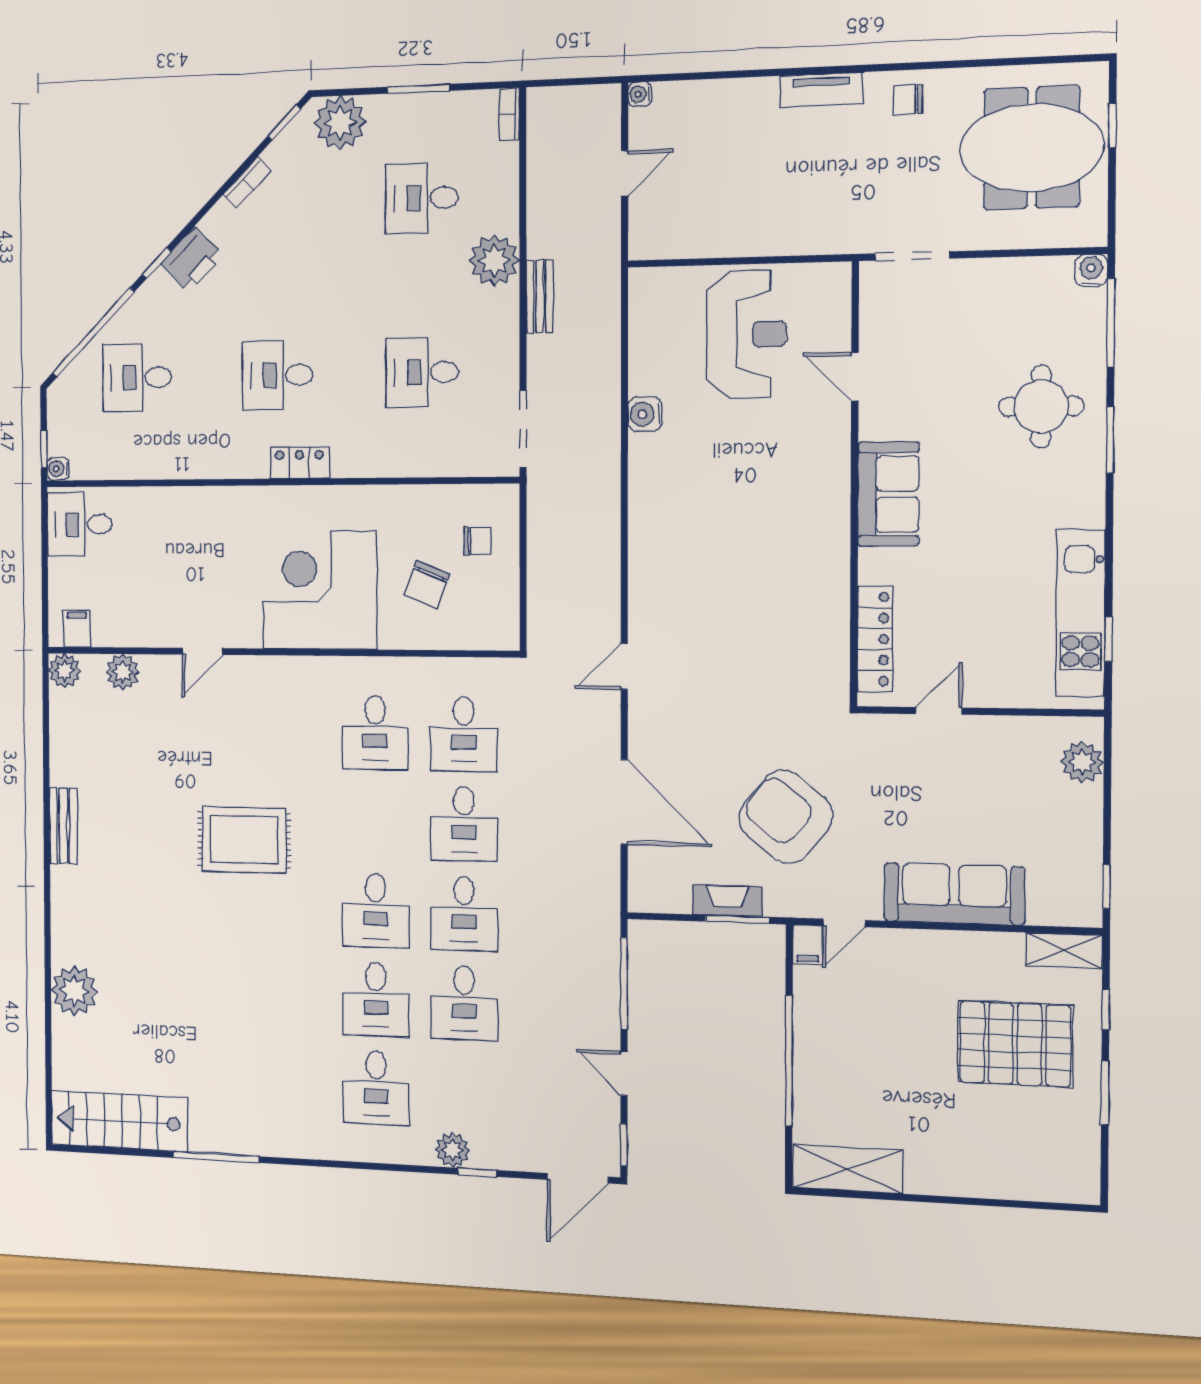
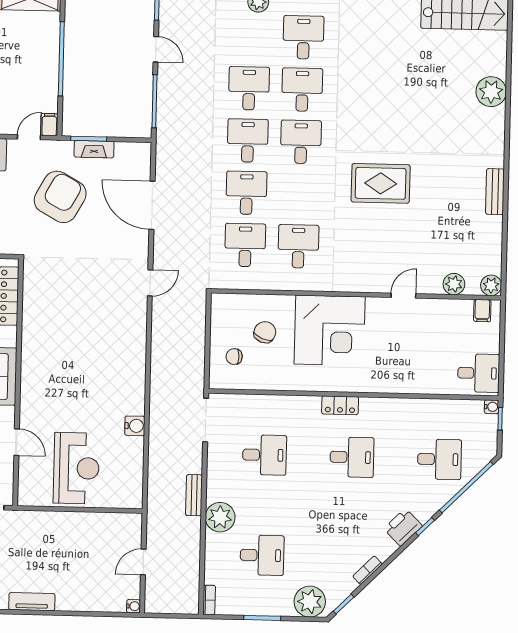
reception desk: (746, 335) -> (76, 468), turned 180
armchair: (786, 817) -> (60, 197), turned -100

